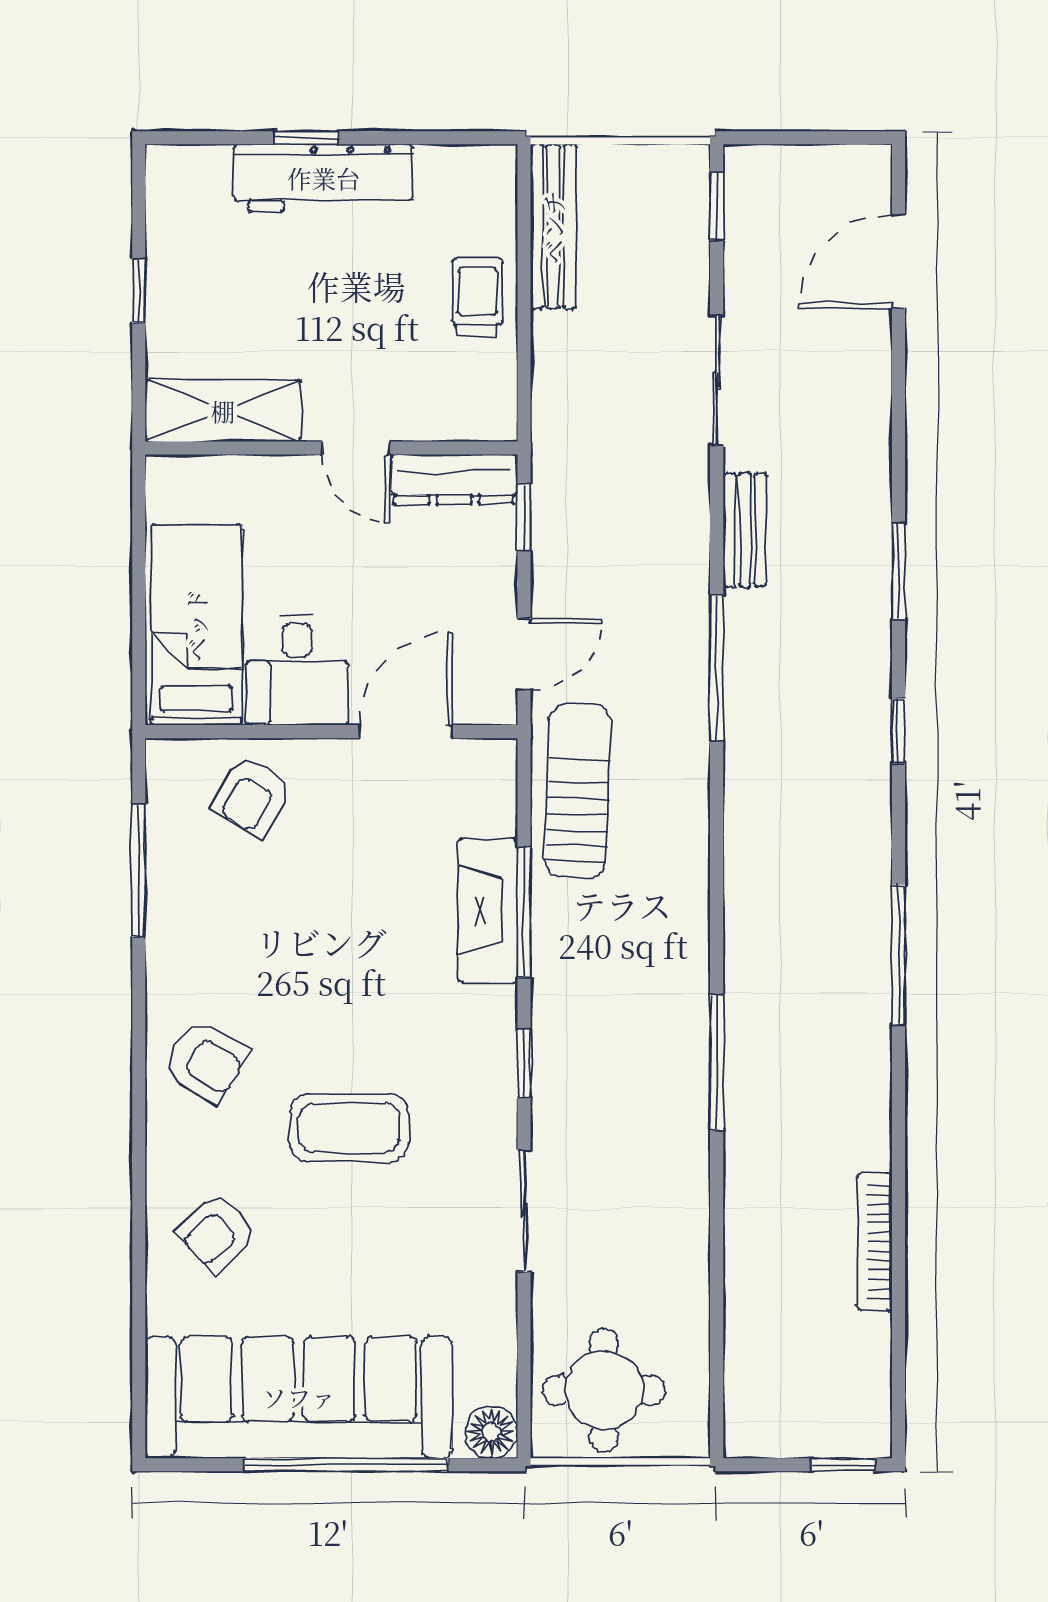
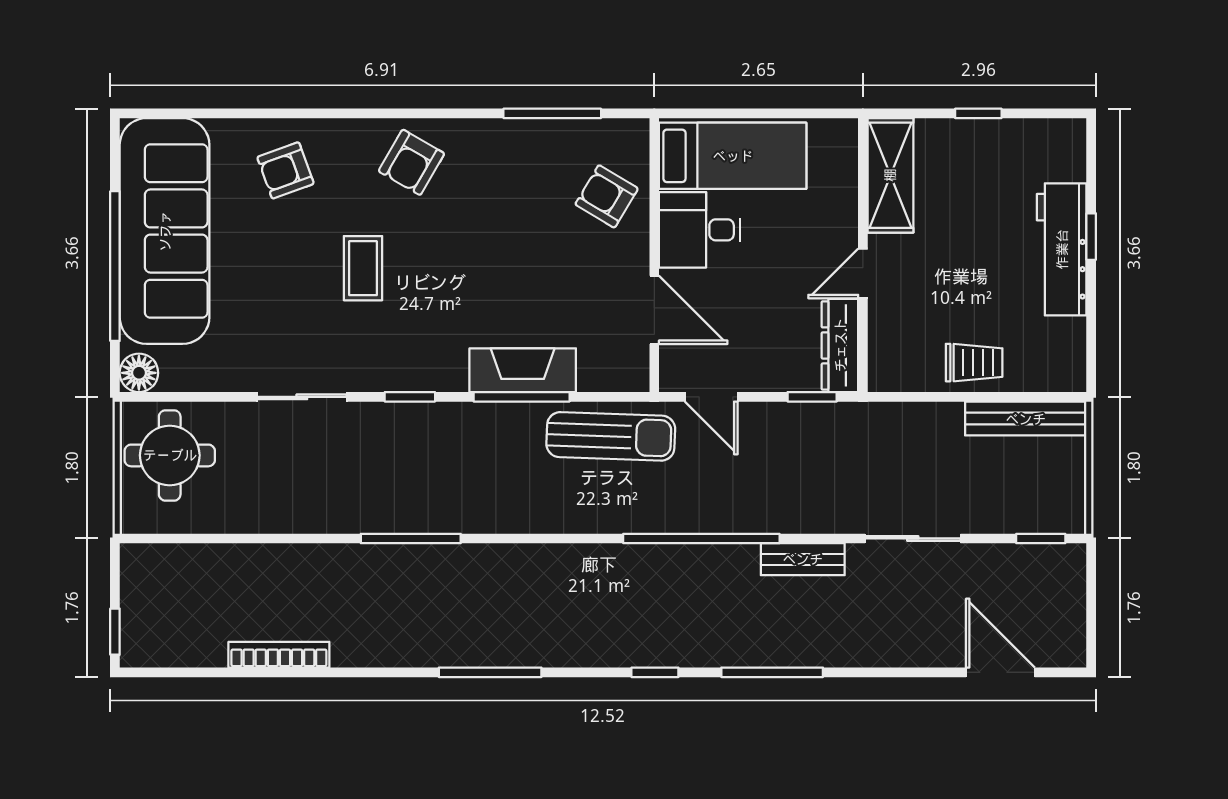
window: (899, 571) -> (772, 672), width x1.44
window: (717, 668) -> (701, 538), width x1.46
coffee table: (349, 1128) -> (363, 268), width x0.73, depth x0.77
armchair: (216, 1233) -> (285, 170), turned -67

